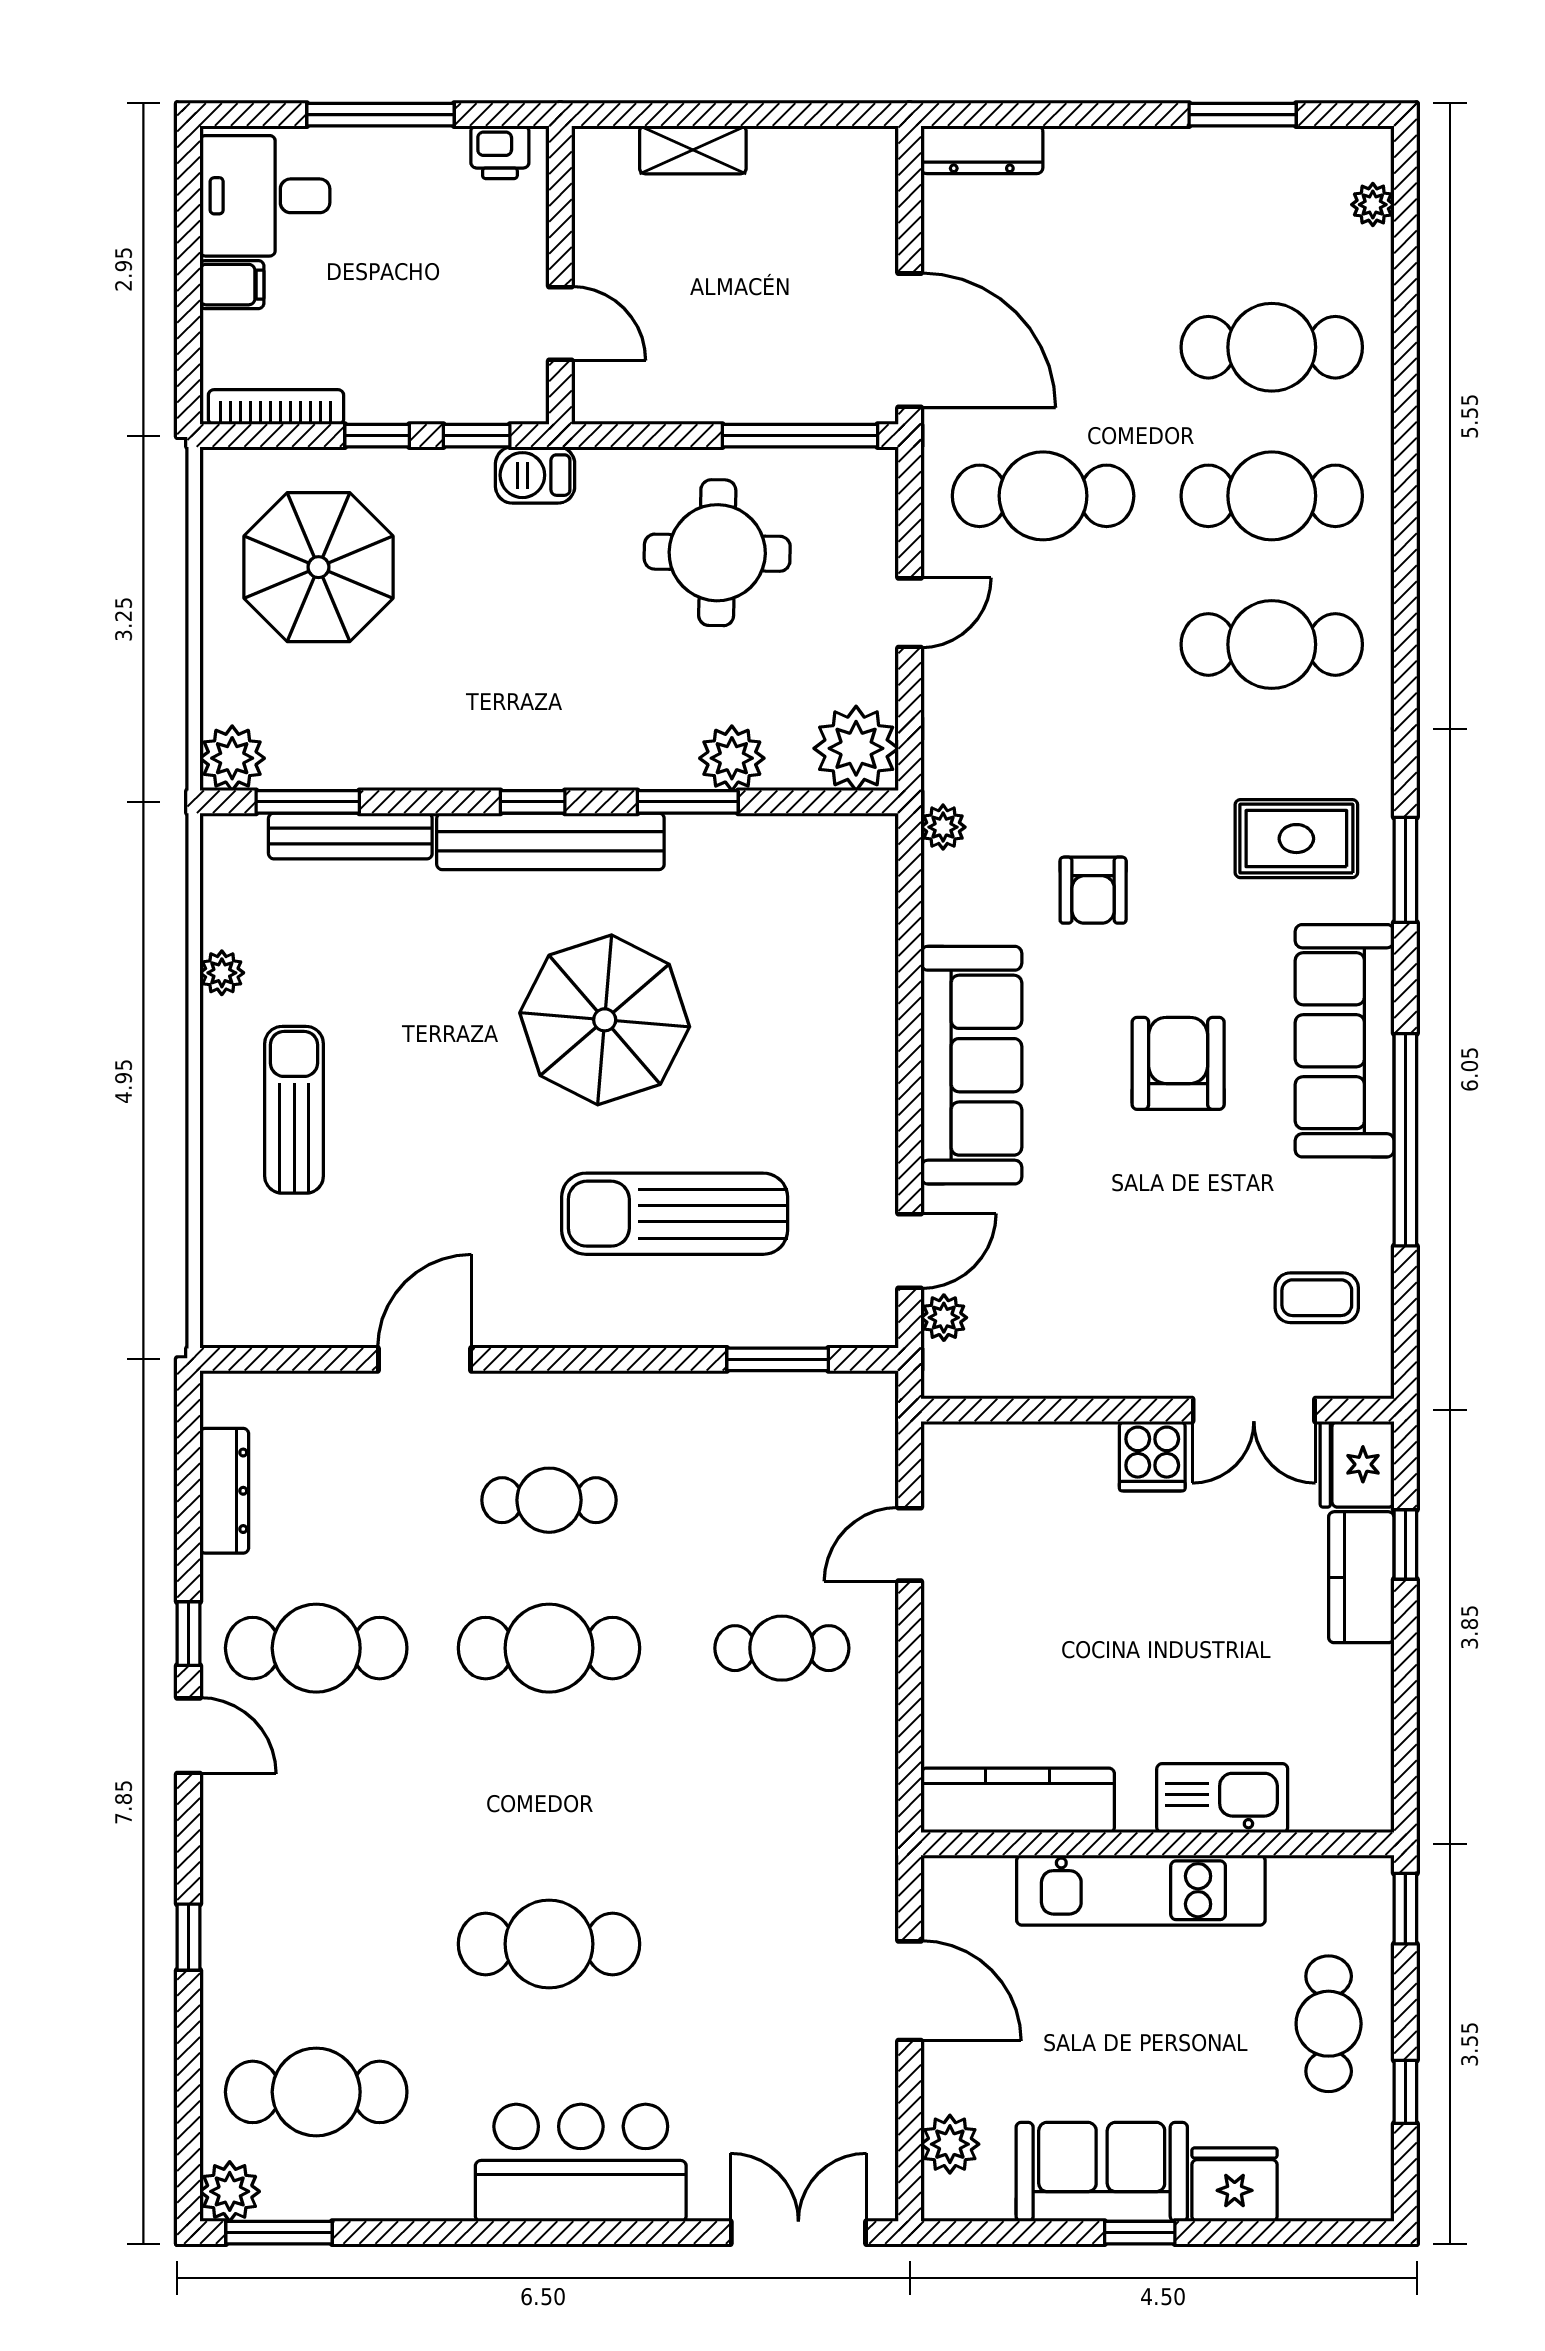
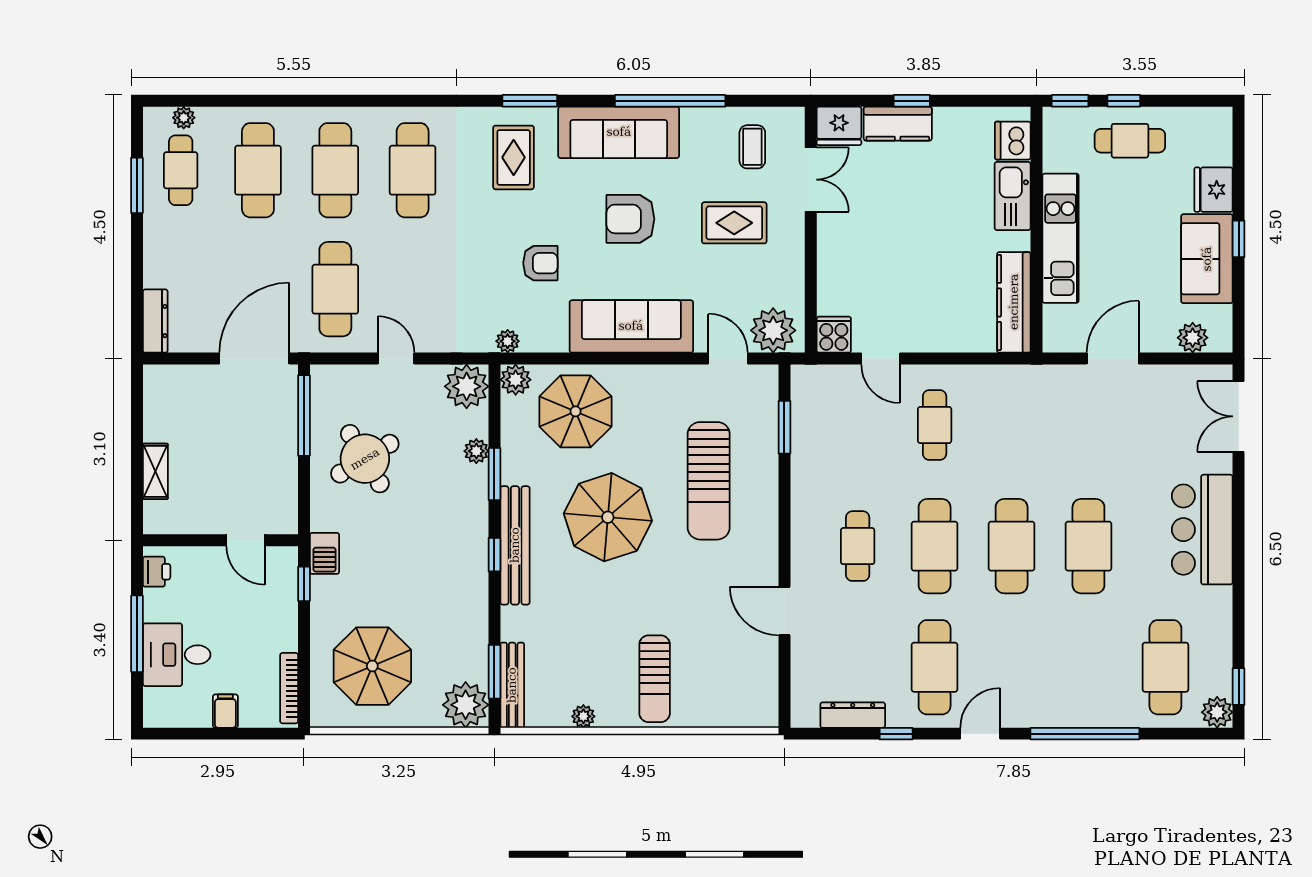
desk: (265, 196) -> (177, 655), moved, turned 90
cafe table: (1272, 199) -> (181, 170), added
door: (560, 324) -> (246, 540), swing flipped
window: (377, 436) -> (304, 636), removed
round table: (717, 553) -> (365, 459), turned -32
plant: (232, 758) -> (466, 705), width x1.36, depth x1.36
plant: (732, 758) -> (476, 451), width x0.73, depth x0.73
bench: (350, 836) -> (512, 685), moved
plant: (869, 842) -> (516, 380), added
parasol: (808, 958) -> (576, 411), added
sun lounger: (294, 1110) -> (655, 679), turned -90
rug: (1171, 1263) -> (734, 223), added
plant: (944, 1318) -> (773, 330), width x1.88, depth x1.88
cooker: (1152, 1456) -> (834, 335), moved, turned -90
window: (1405, 1544) -> (912, 101), moved
window: (189, 1634) -> (896, 734), moved
cafe table: (549, 1796) -> (1012, 546), added
dishwasher: (1329, 1798) -> (1013, 141), added
window: (189, 1937) -> (1085, 734), width x3.17
window: (1405, 2092) -> (1124, 101), moved
window: (279, 2233) -> (1239, 687), width x0.67

